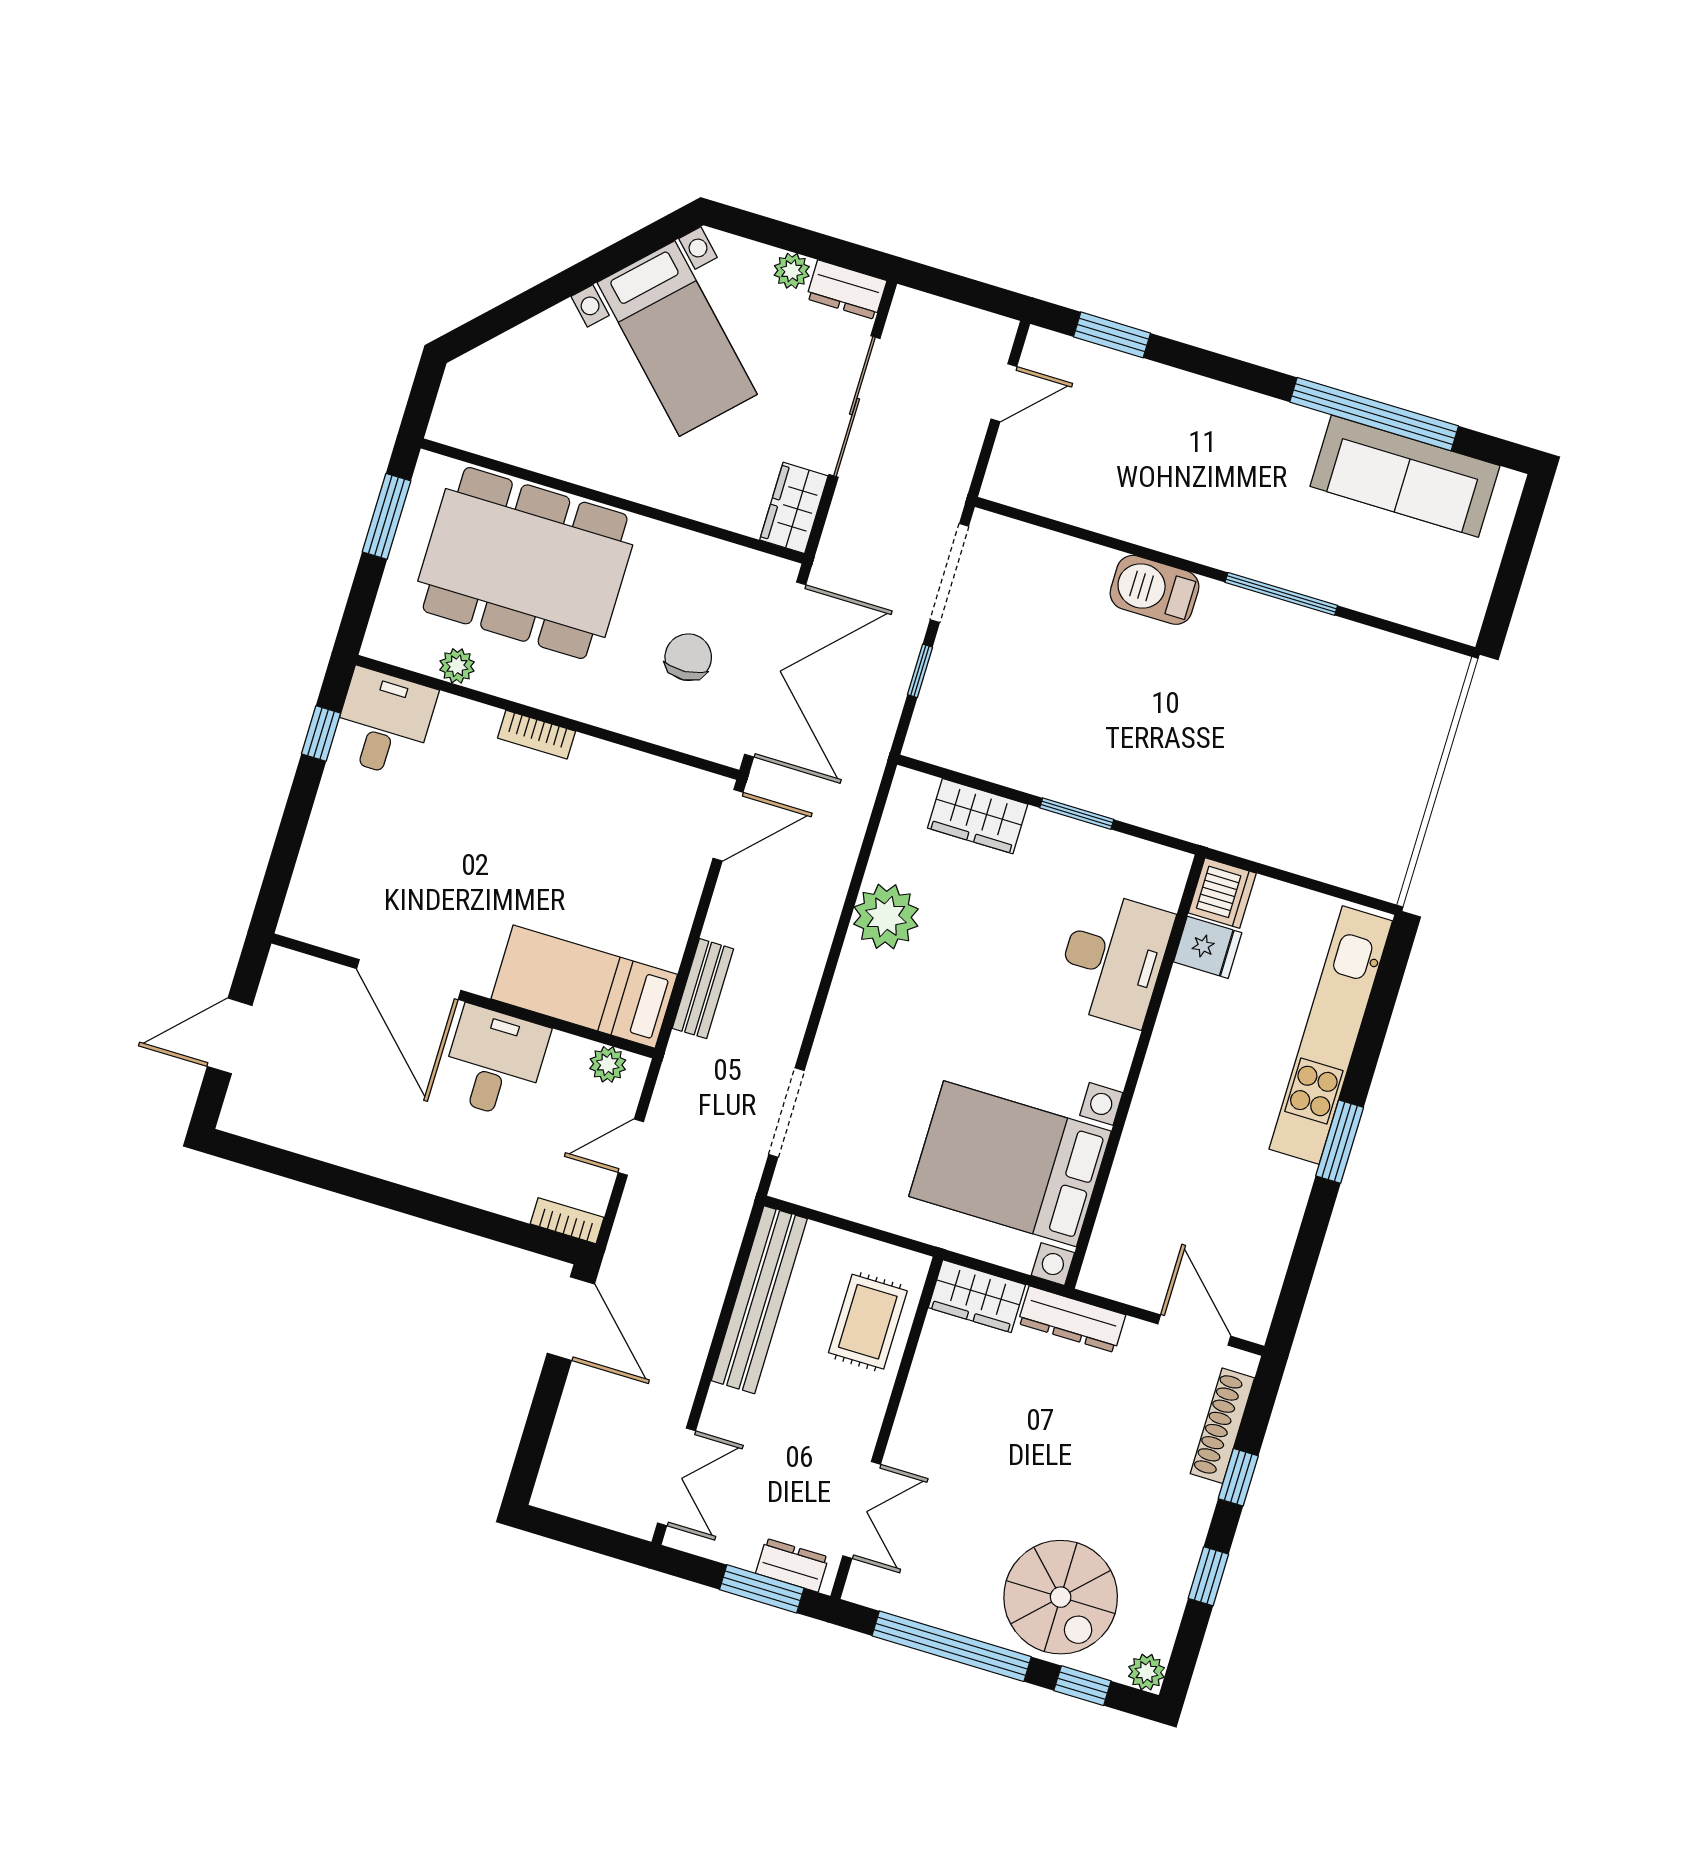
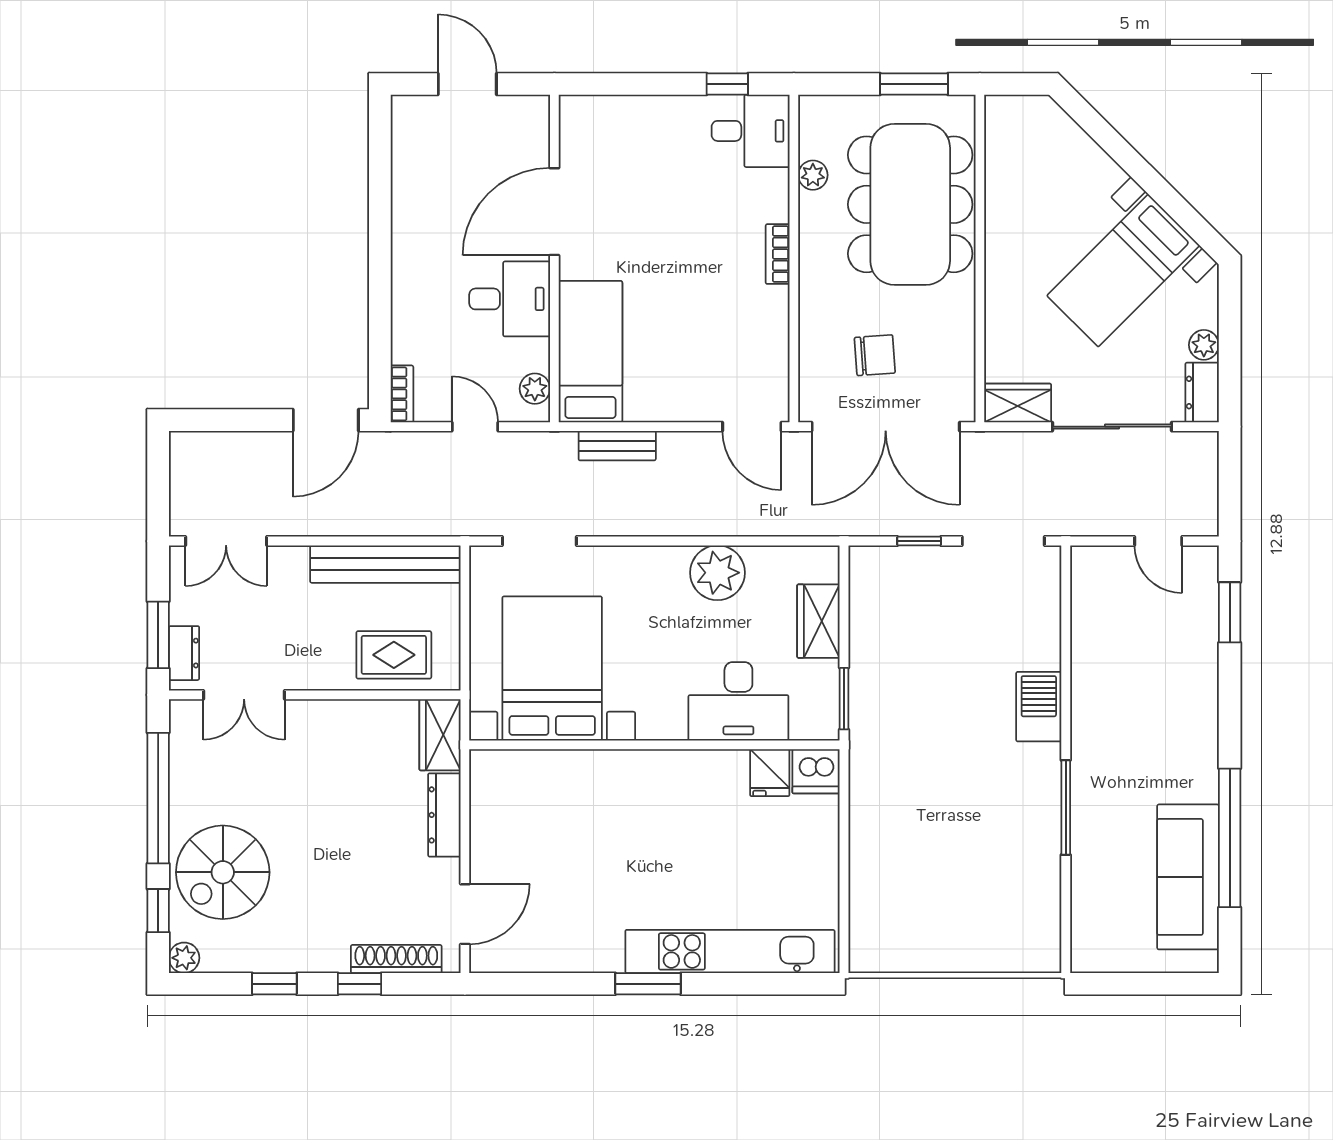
dishwasher: (1222, 893) -> (816, 771), moved
fridge: (1208, 947) -> (770, 773), moved
desk: (1114, 959) -> (738, 701), moved
wall: (1135, 1072) -> (654, 745), moved
bed with nightstands: (1010, 1164) -> (552, 668), moved

